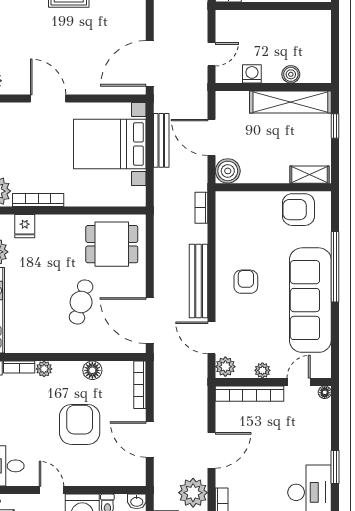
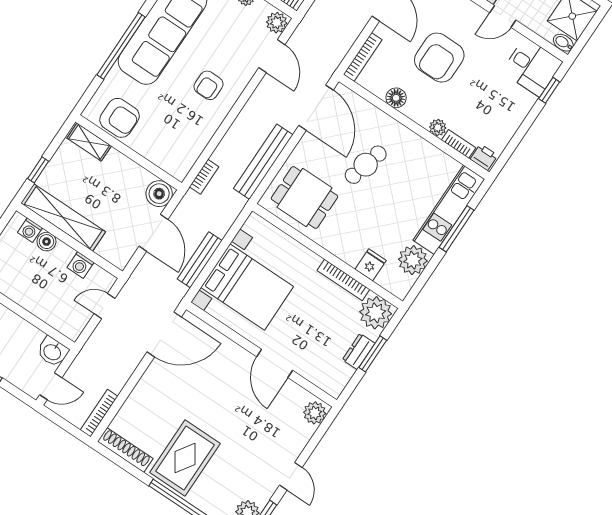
washing machine: (310, 75) -> (30, 230), added
bench: (199, 281) -> (263, 162), moved
door: (51, 490) -> (503, 16), hinge flipped

